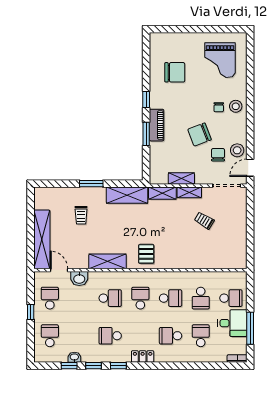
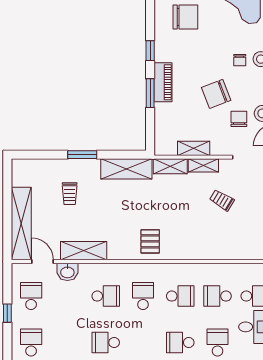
shelving: (108, 261) -> (84, 251), moved
school desk: (201, 298) -> (218, 296), turned 90

